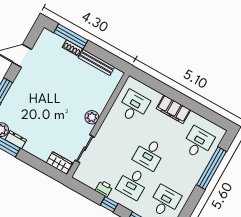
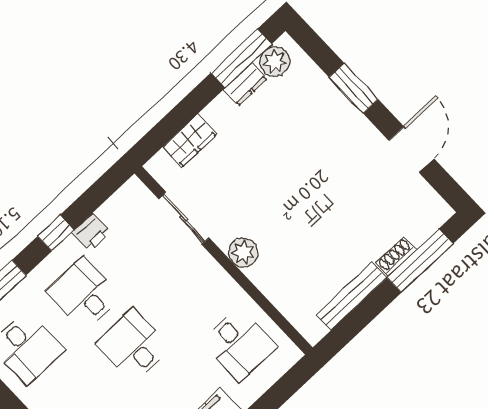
wardrobe: (59, 163) -> (190, 141), moved

